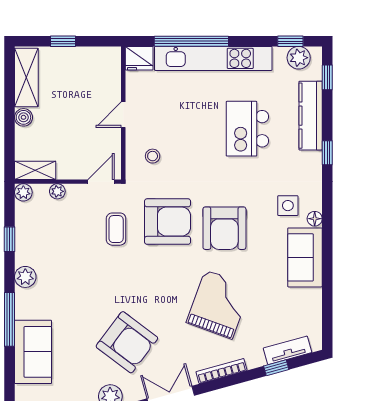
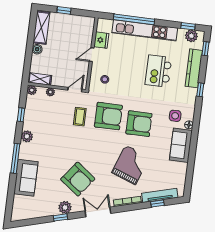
fridge: (139, 58) -> (101, 40), moved, turned -90
armchair: (224, 228) -> (139, 124), turned -90
tv unit: (288, 350) -> (160, 195), width x1.41

